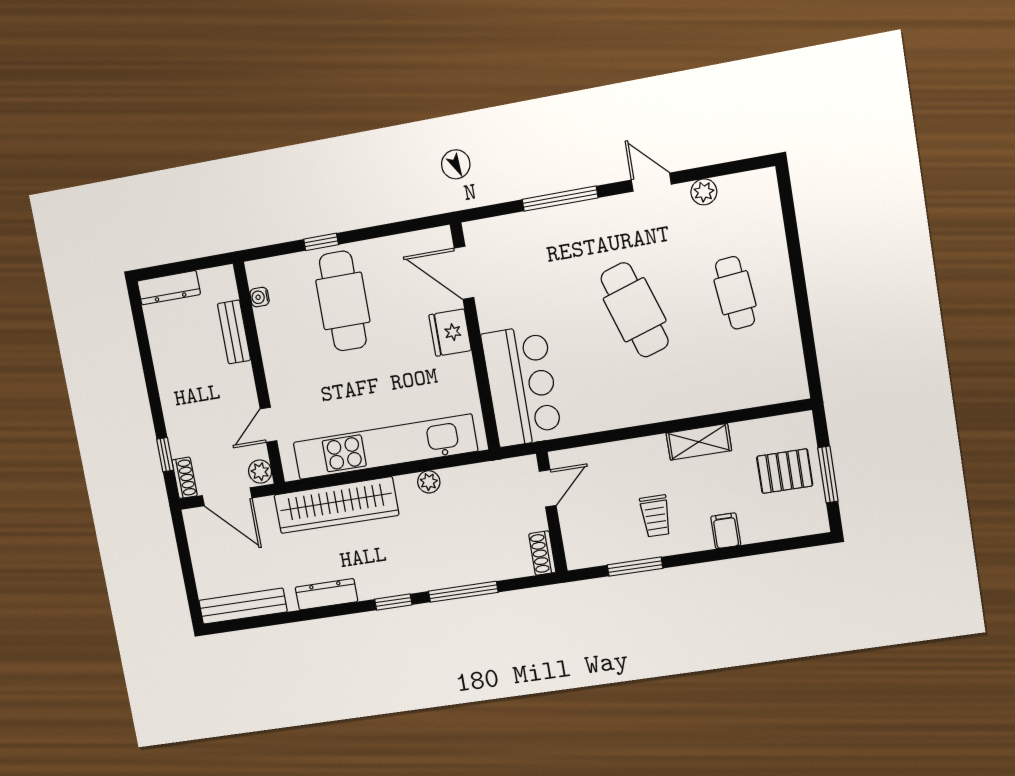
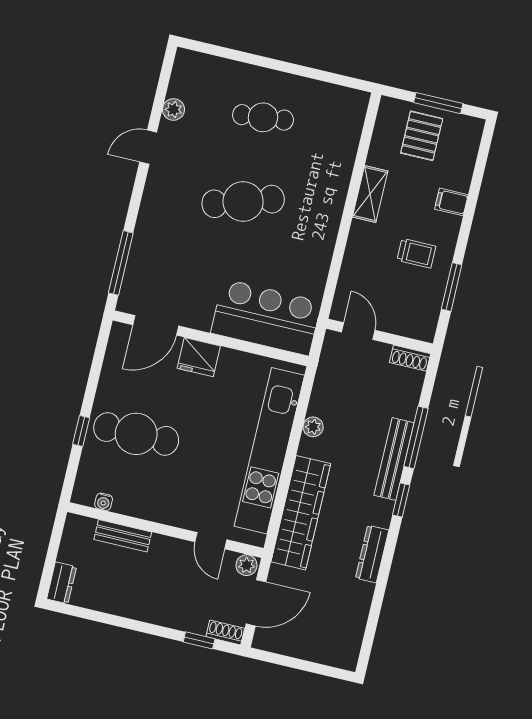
window: (560, 199) -> (121, 263), moved
dresser: (169, 288) -> (62, 583), width x0.70
bench: (243, 606) -> (394, 459), moved

